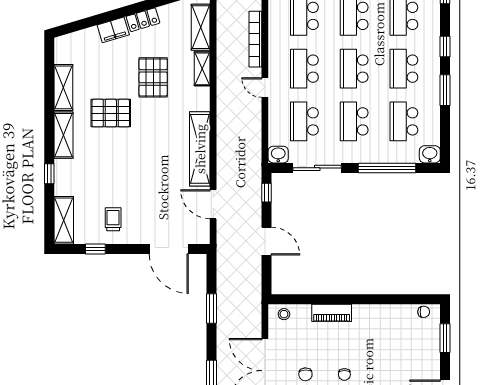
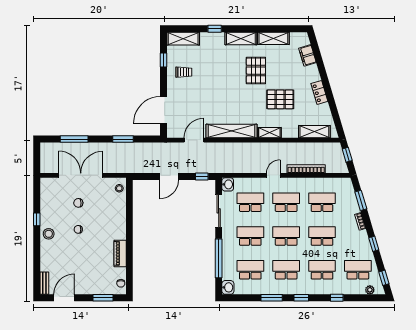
filing cabinet: (113, 30) -> (308, 55), moved
shelving: (202, 69) -> (269, 133), moved
piano: (332, 313) -> (120, 253), moved

